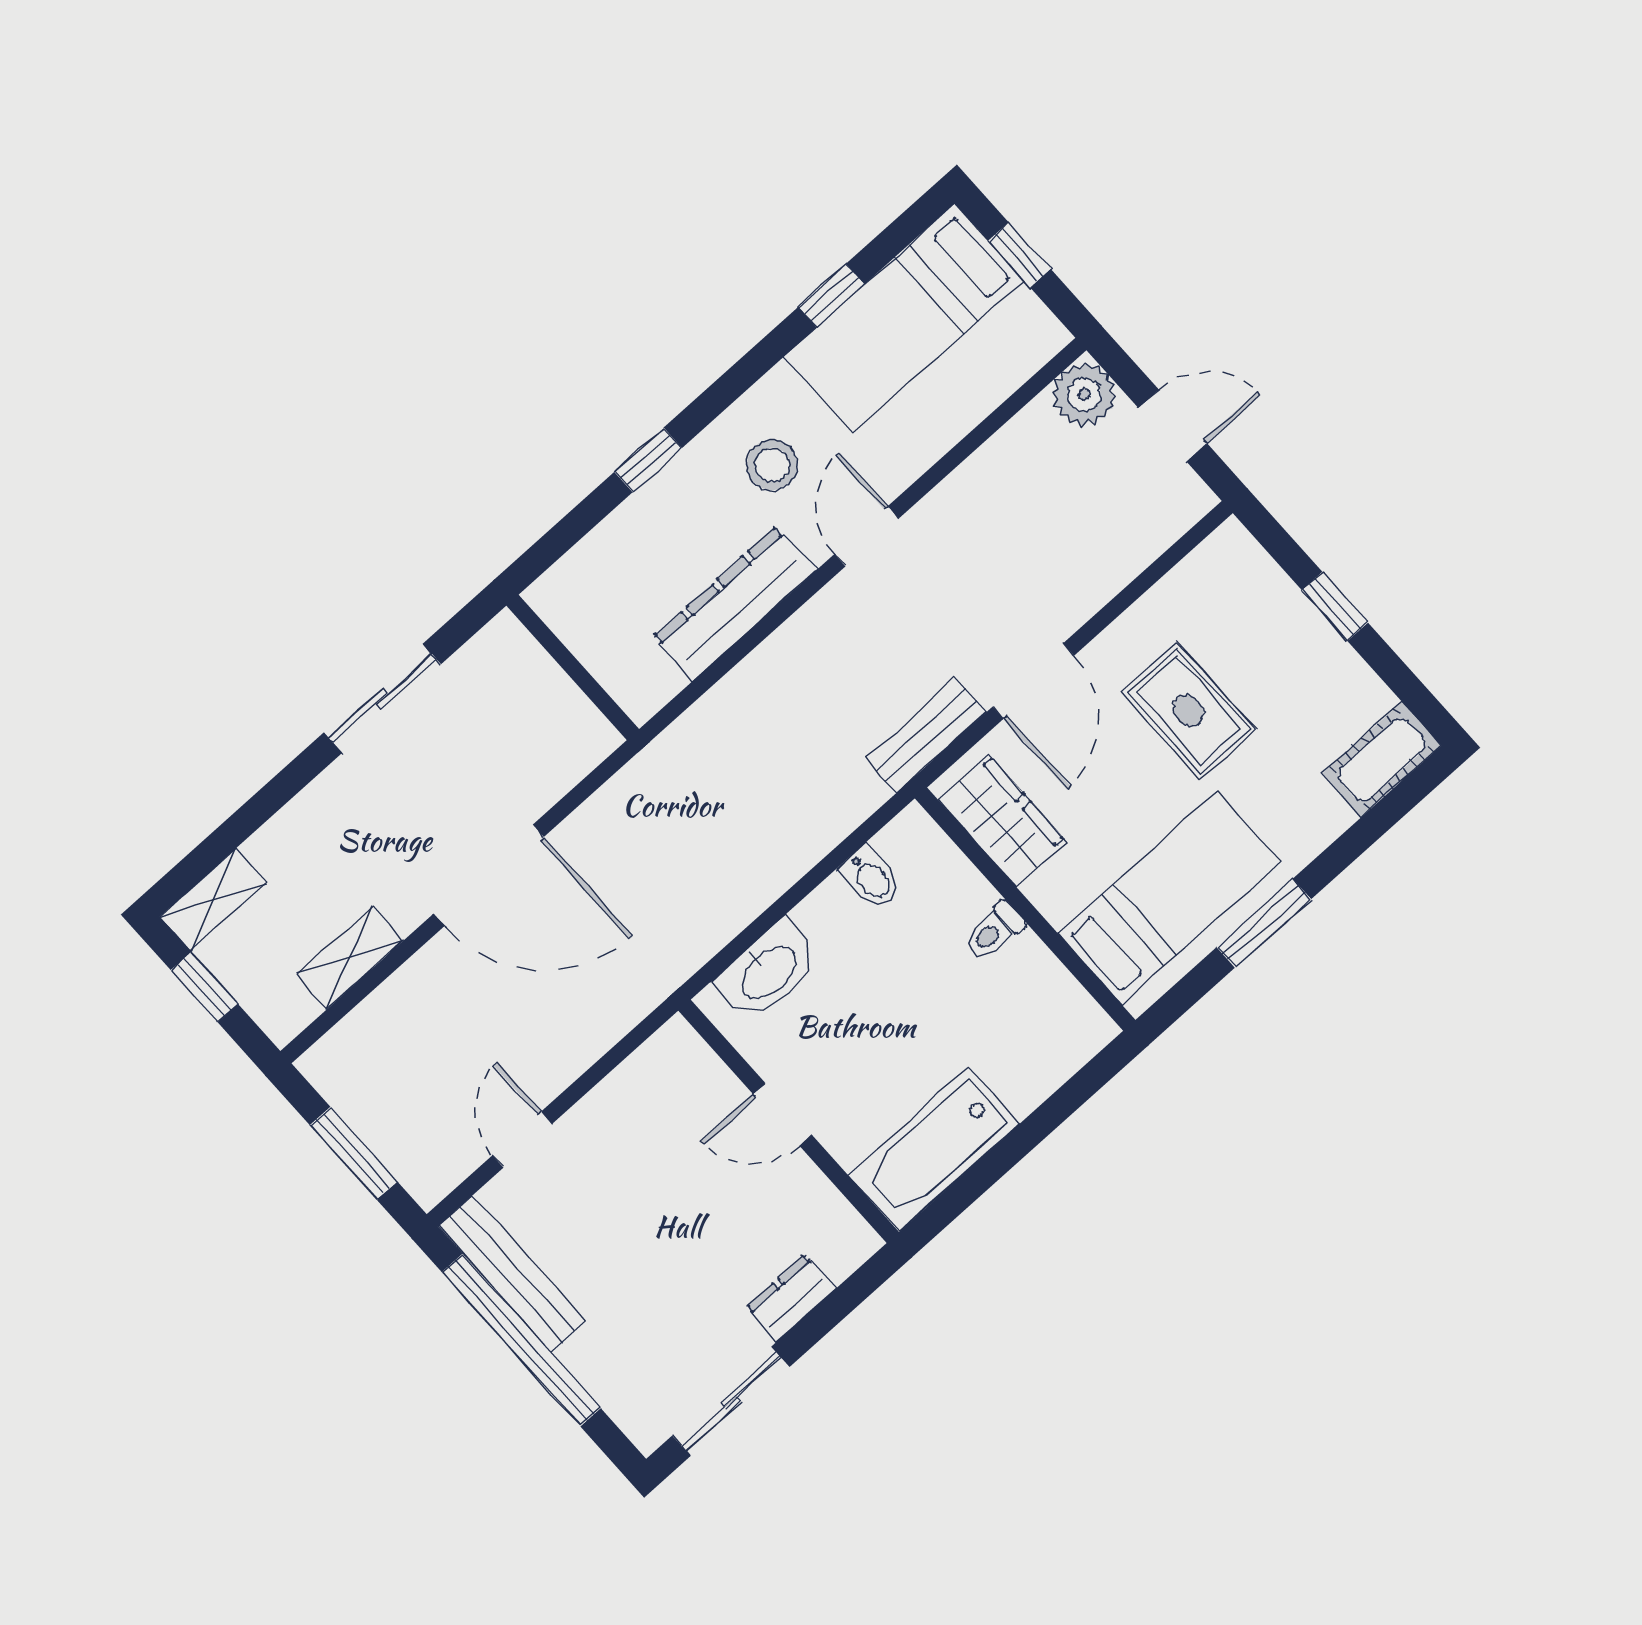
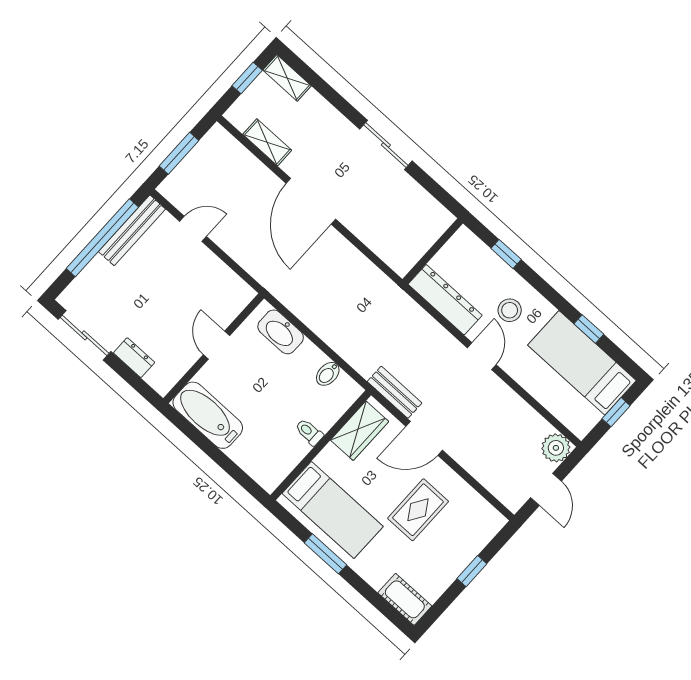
door: (867, 536) -> (482, 356), hinge flipped
wall: (573, 667) -> (433, 251), moved

